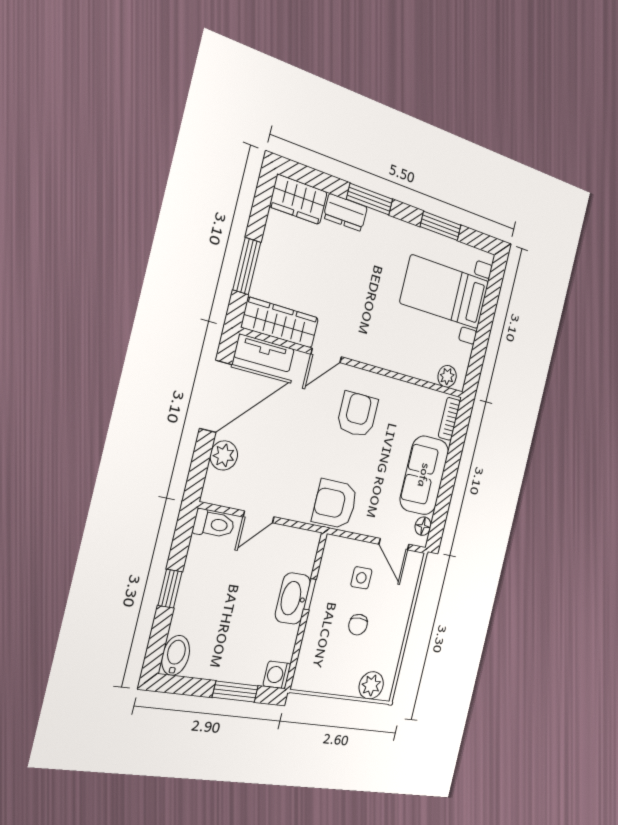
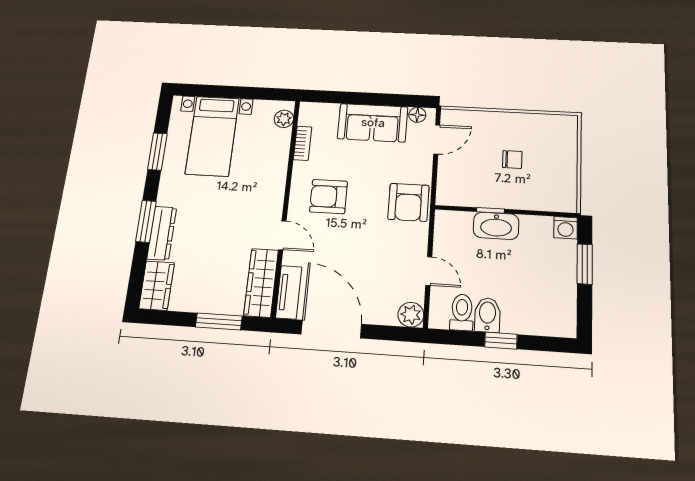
dresser: (345, 213) -> (162, 233), width x1.44
bookcase: (449, 419) -> (303, 143), moved, turned -90
plant: (224, 455) -> (411, 315), moved
toilet: (214, 524) -> (462, 312), moved
side table: (361, 578) -> (470, 165), removed
bidet: (176, 655) -> (487, 315), moved, turned 90
plant: (371, 685) -> (565, 136), removed

